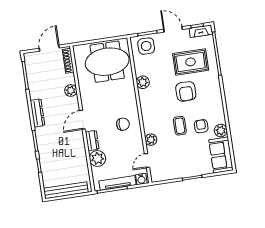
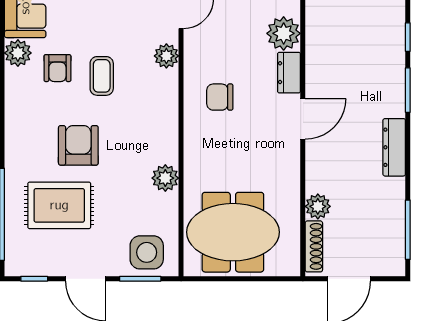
fireplace: (201, 31) -> (28, 266), removed
plant: (71, 91) -> (318, 206), moved

